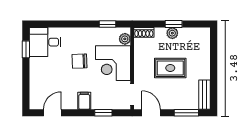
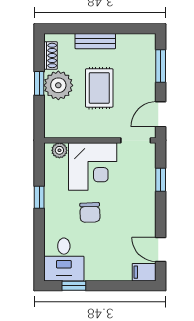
window: (107, 24) -> (39, 197), moved
shoe rack: (144, 32) -> (51, 55), moved
plant: (172, 33) -> (58, 85), width x1.87, depth x1.87
bench: (205, 95) -> (95, 41), moved
filing cabinet: (84, 101) -> (144, 272), moved

